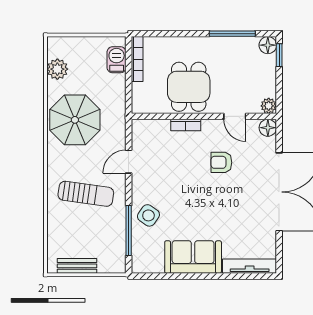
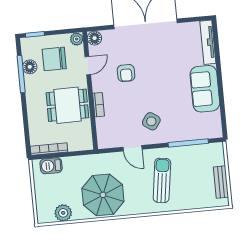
floor lamp: (268, 45) -> (30, 67), moved
chair: (247, 76) -> (54, 59), added
side table: (148, 215) -> (151, 121), moved

